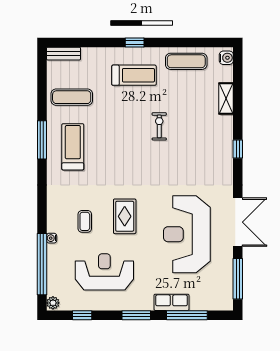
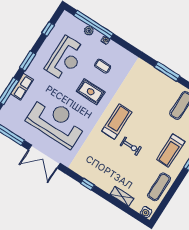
treadmill: (73, 147) -> (117, 121), moved, turned -90
plant: (53, 303) -> (89, 31), moved

